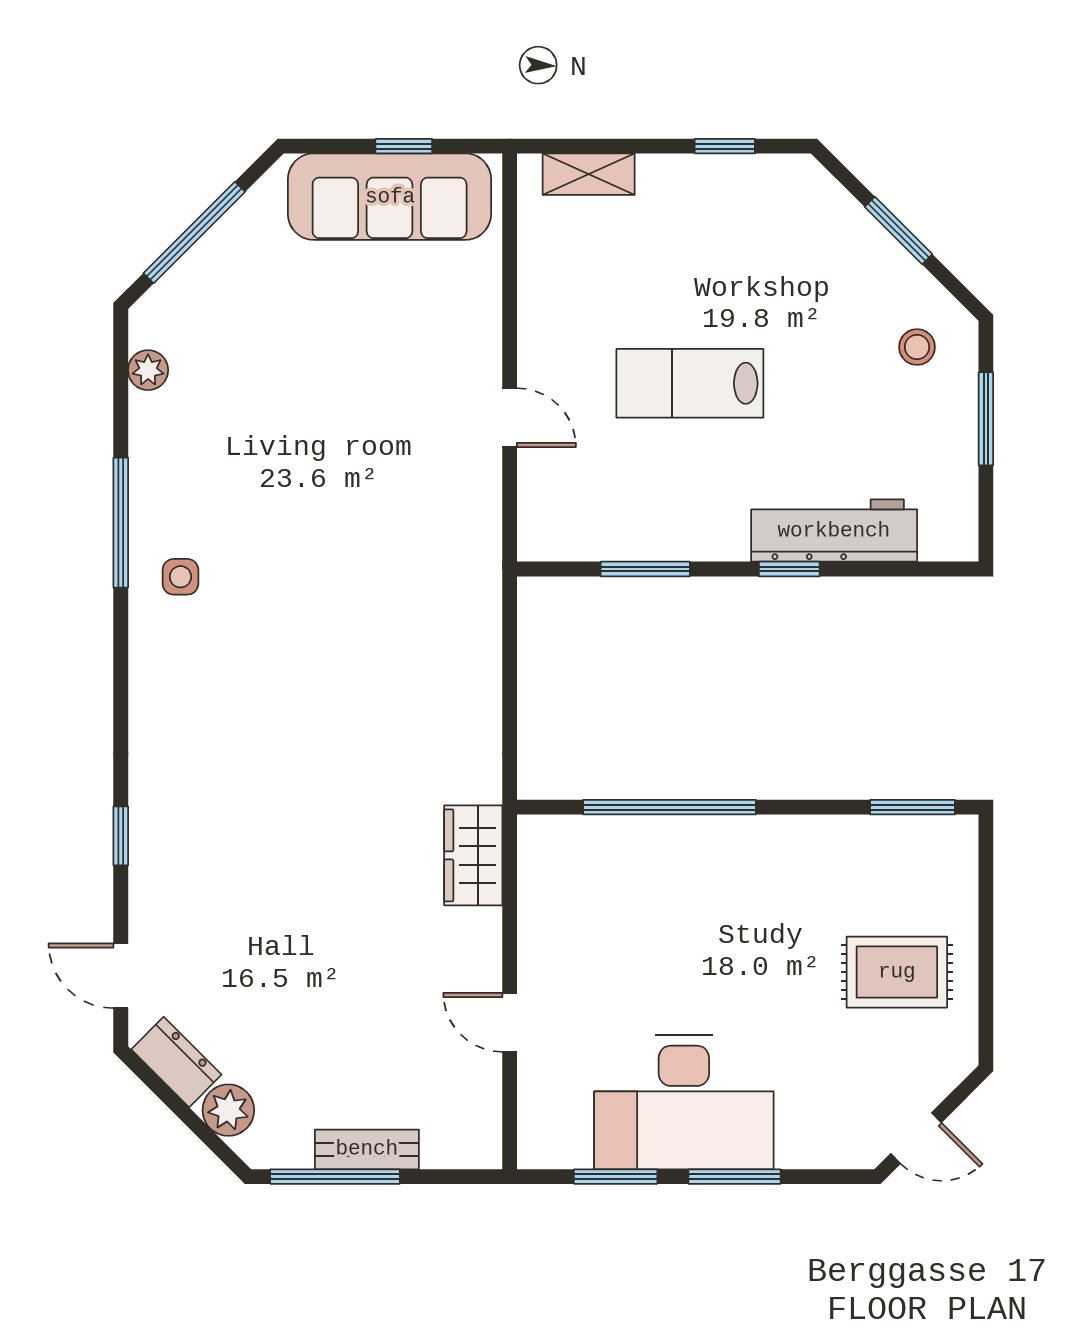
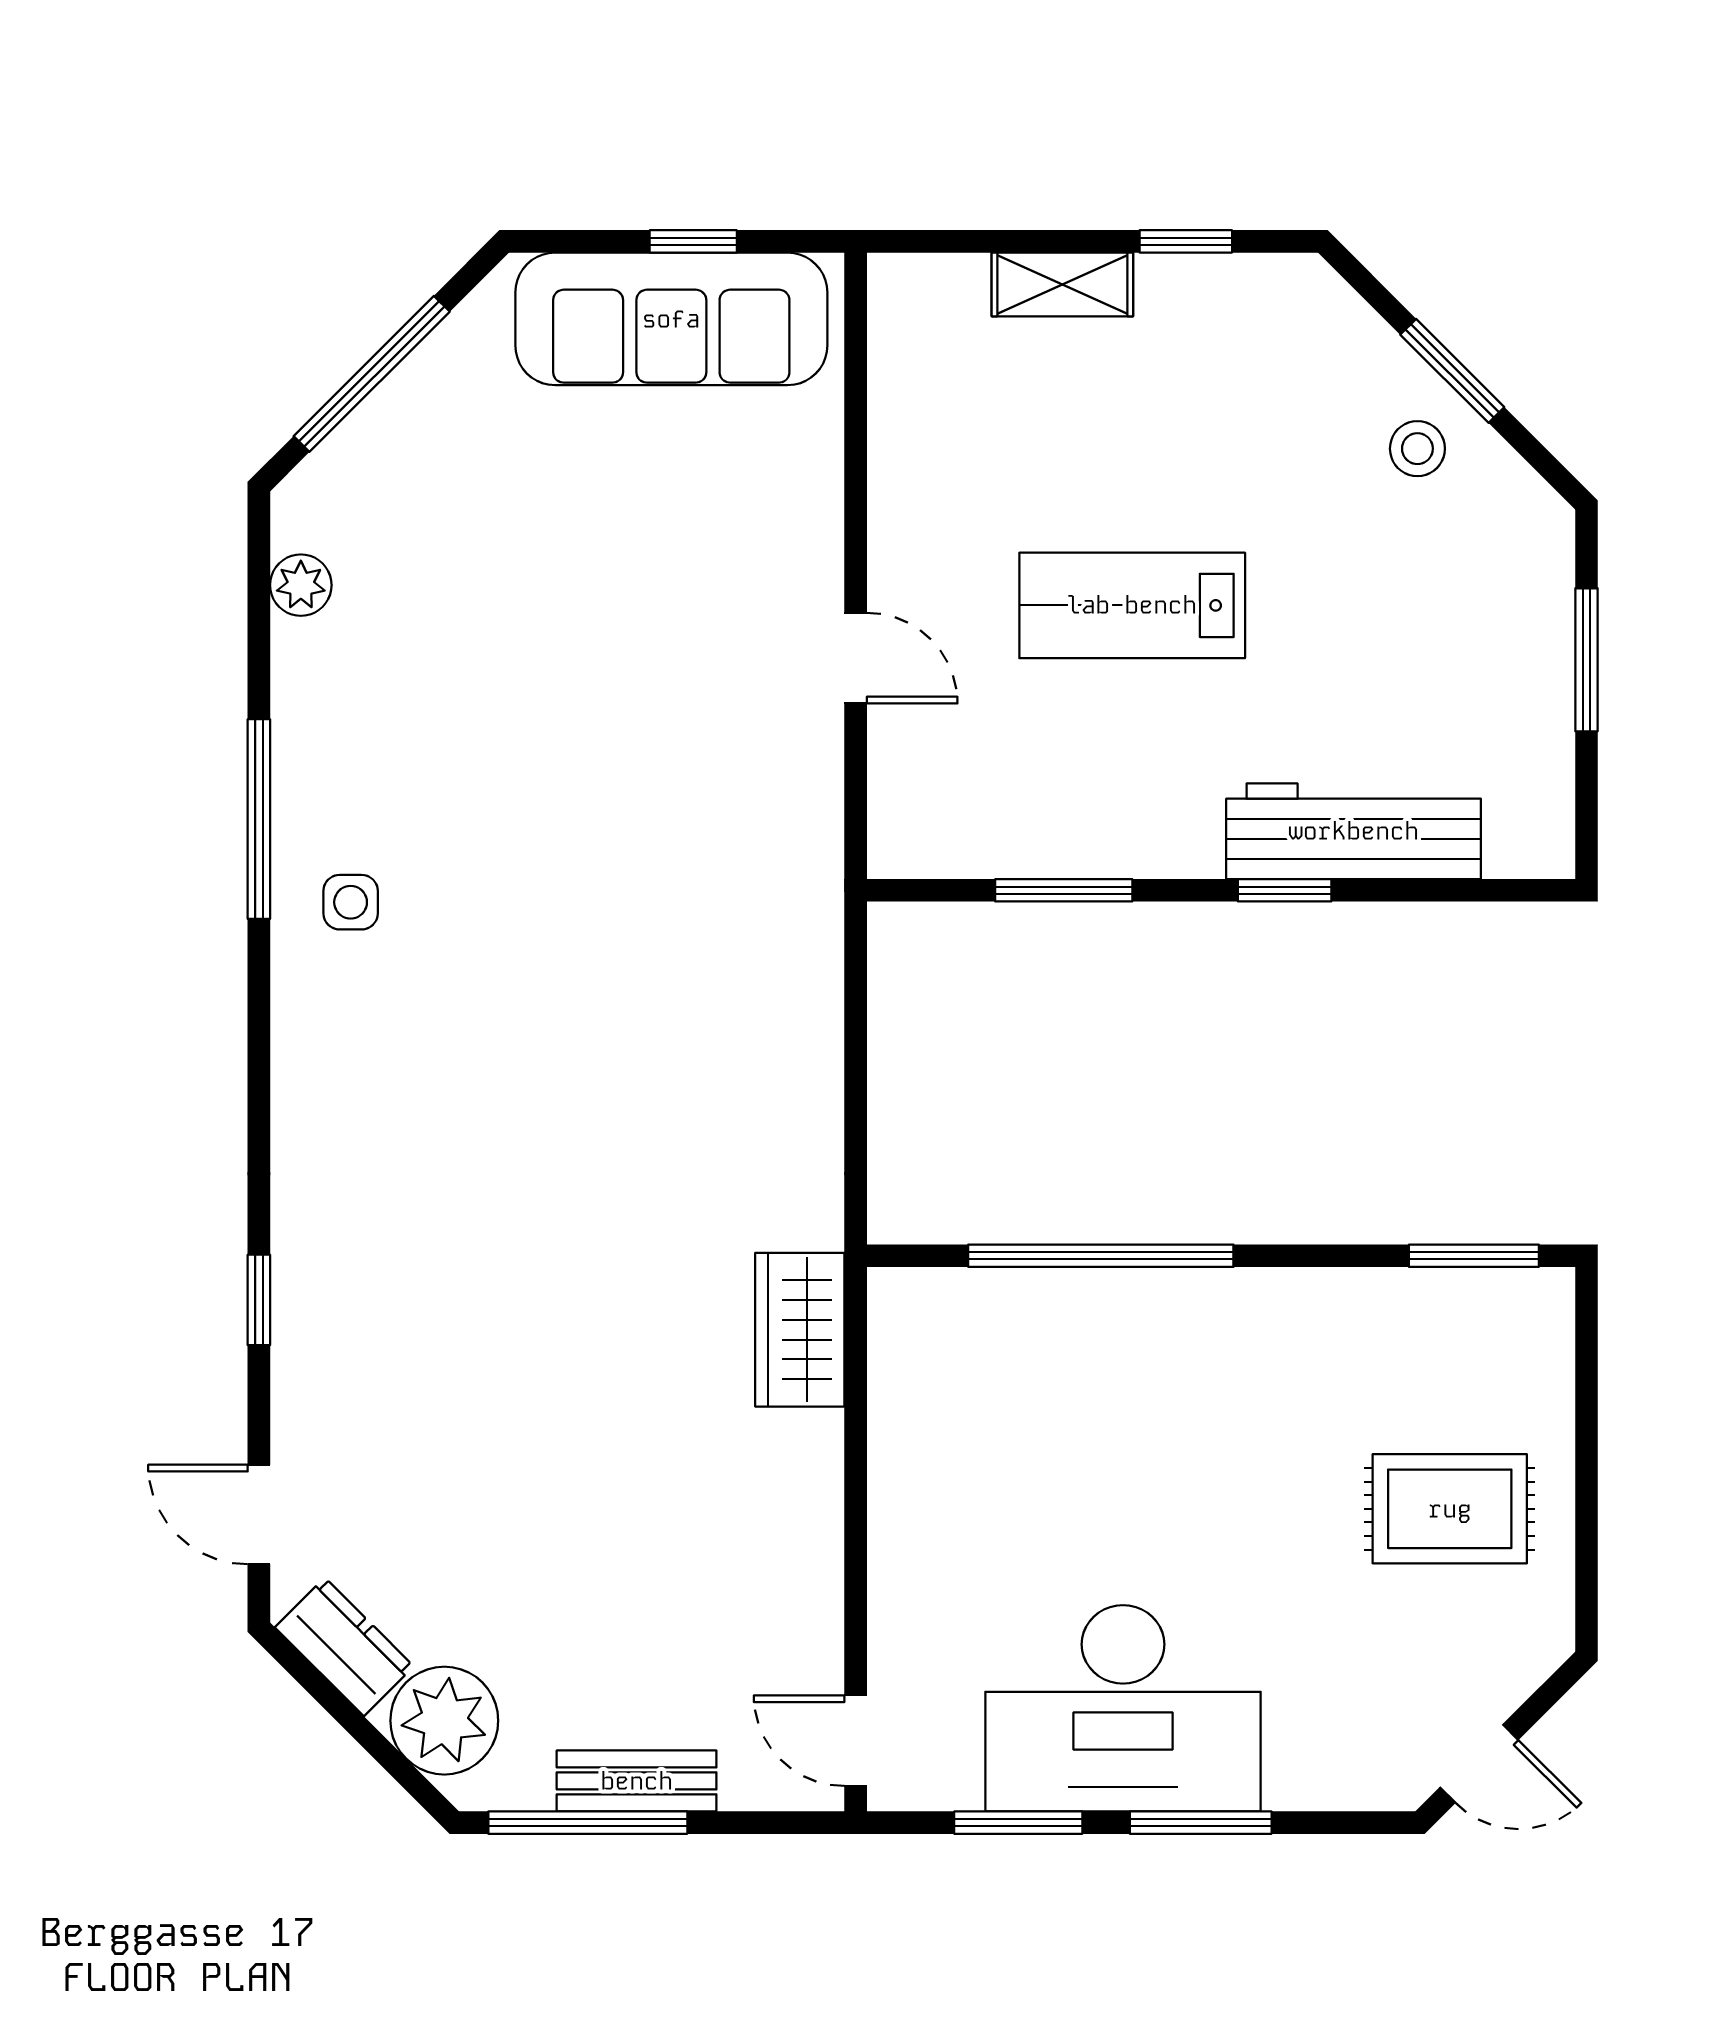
shelving: (589, 174) -> (1062, 284), moved
stool: (917, 347) -> (1417, 449), moved
door: (510, 1022) -> (856, 1741), moved
plant: (228, 1110) -> (444, 1721), width x1.36, depth x1.36

